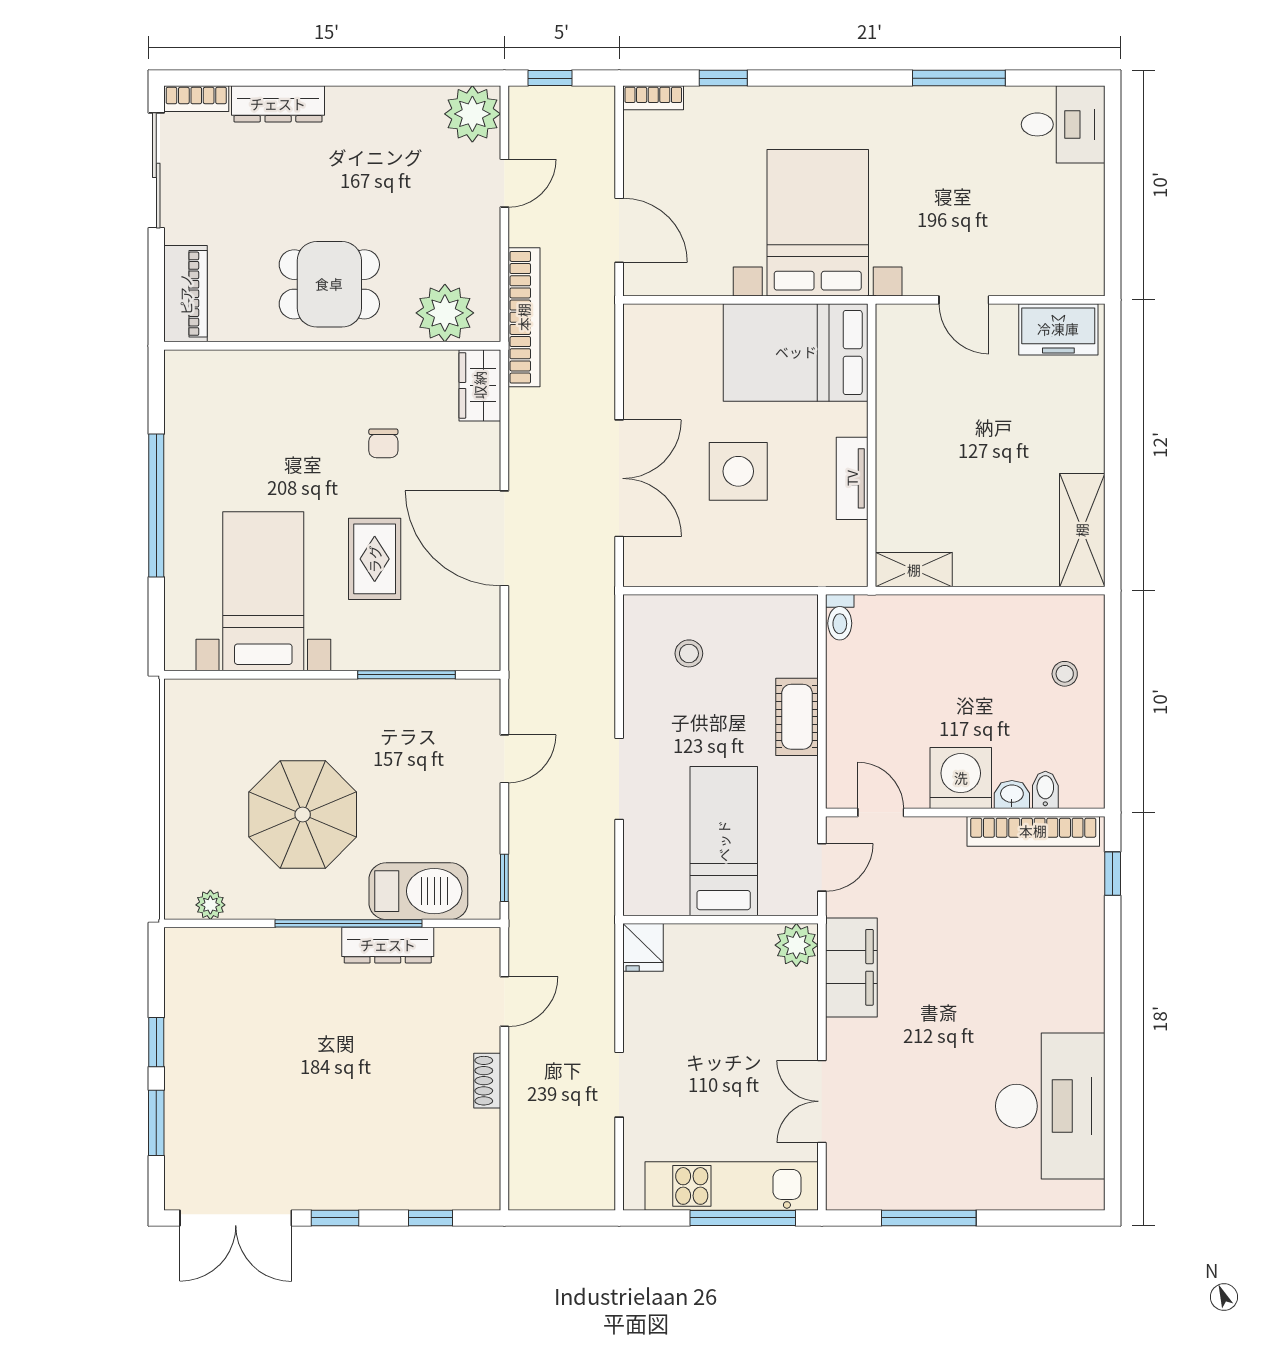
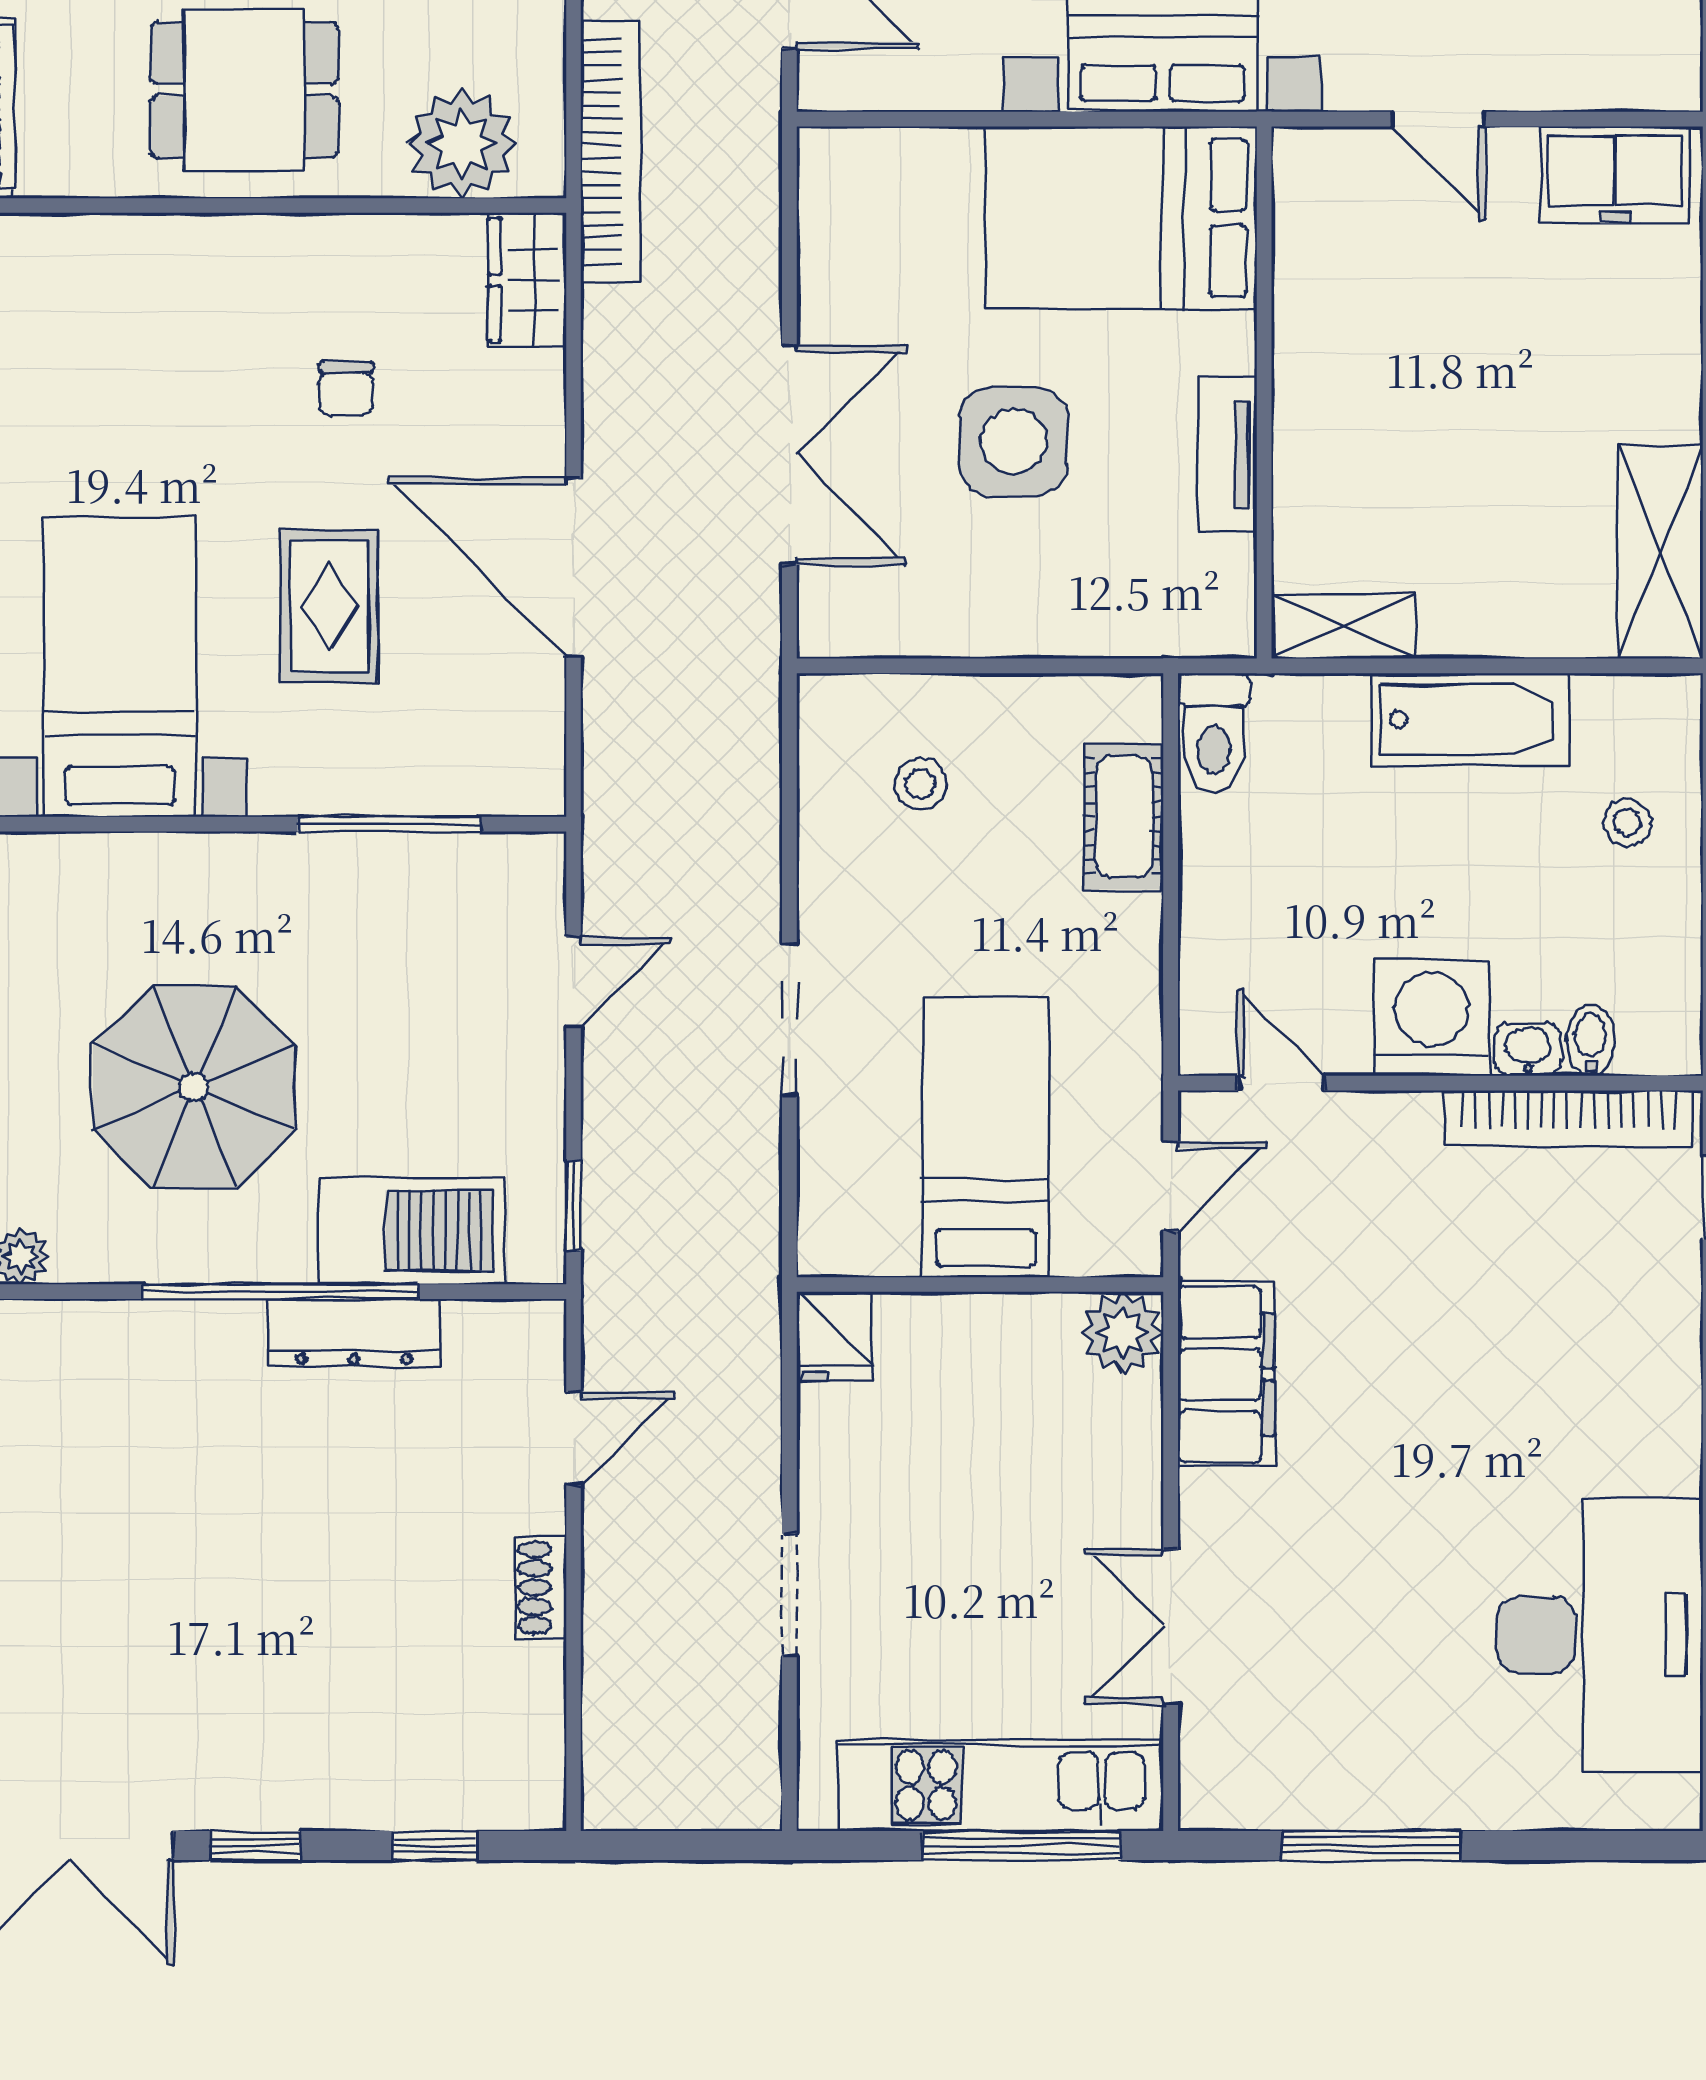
toilet: (840, 617) -> (1214, 733), width x1.37, depth x1.39
bathtub: (981, 619) -> (1470, 720), added
cot: (797, 717) -> (1124, 817), moved

